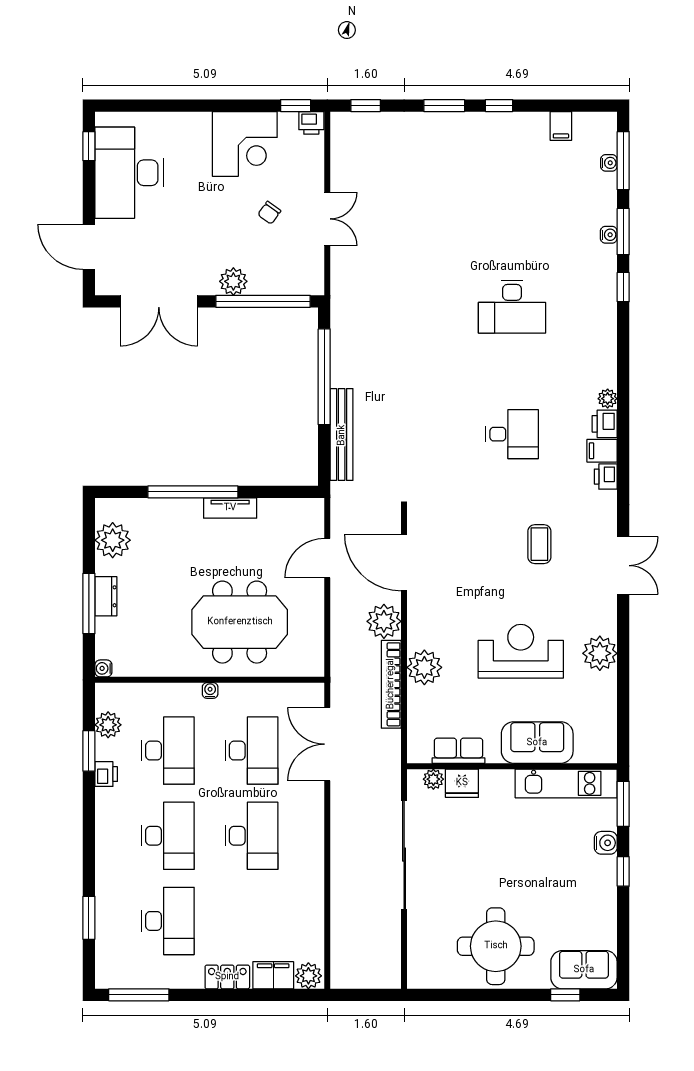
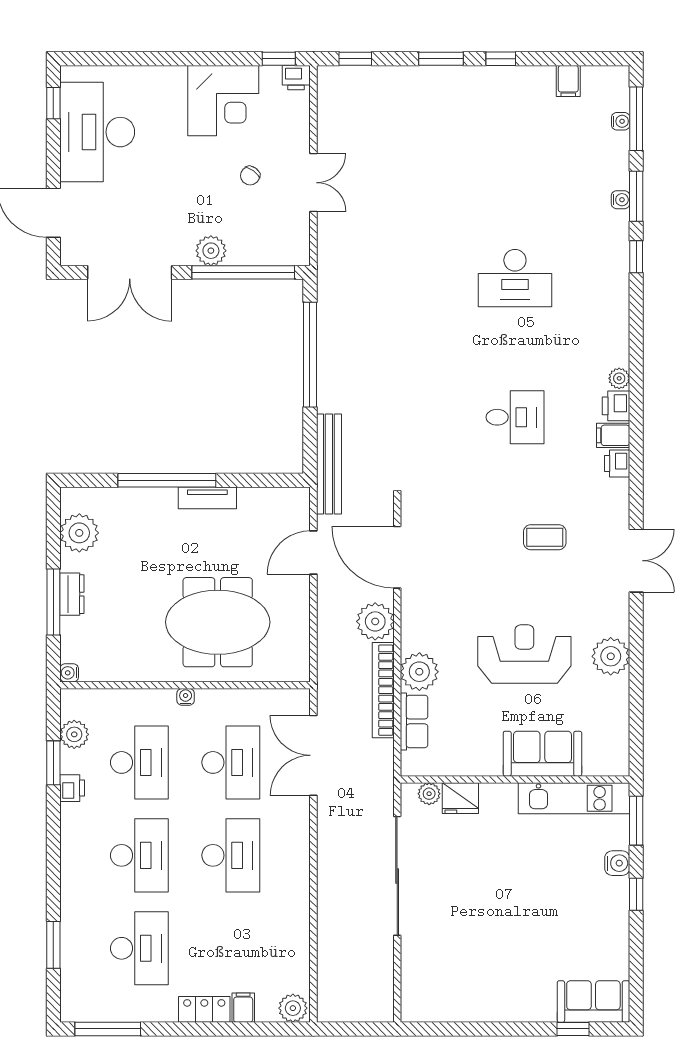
bench: (342, 435) -> (329, 464), moved
coffee table: (539, 544) -> (545, 537), turned 90
row of seats: (459, 751) -> (414, 721), moved, turned 90
round table: (496, 946) -> (497, 976), removed
filing cabinet: (273, 975) -> (243, 1008), width x0.50

